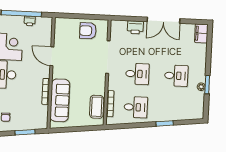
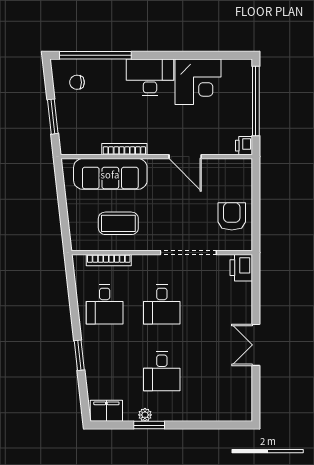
double door: (164, 20) -> (256, 345), width x0.73
printer: (30, 21) -> (244, 146), moved
printer: (135, 27) -> (241, 268), moved
filing cabinet: (201, 33) -> (106, 411), moved
door: (52, 56) -> (185, 157), swing flipped
coffee table: (97, 107) -> (118, 223), moved

